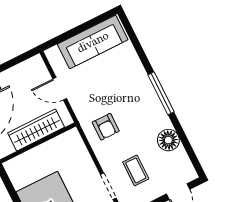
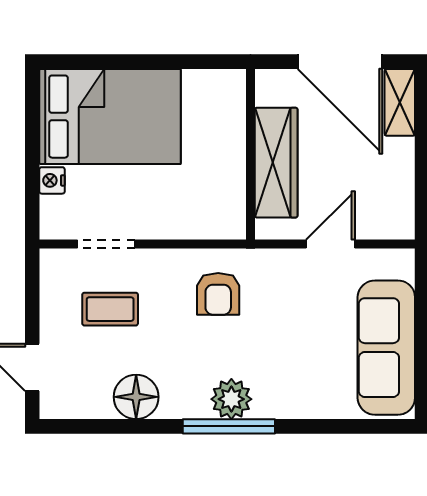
plant: (149, 98) -> (231, 399), added
armchair: (106, 127) -> (218, 294), turned -90

